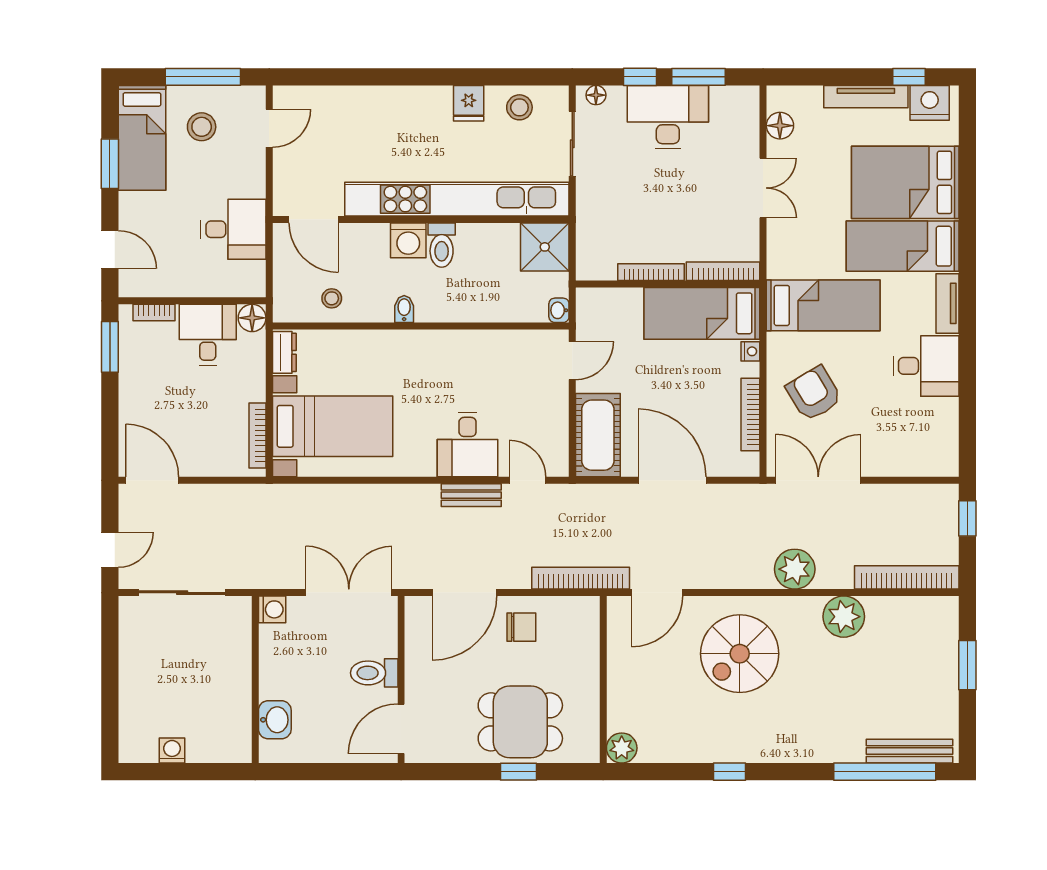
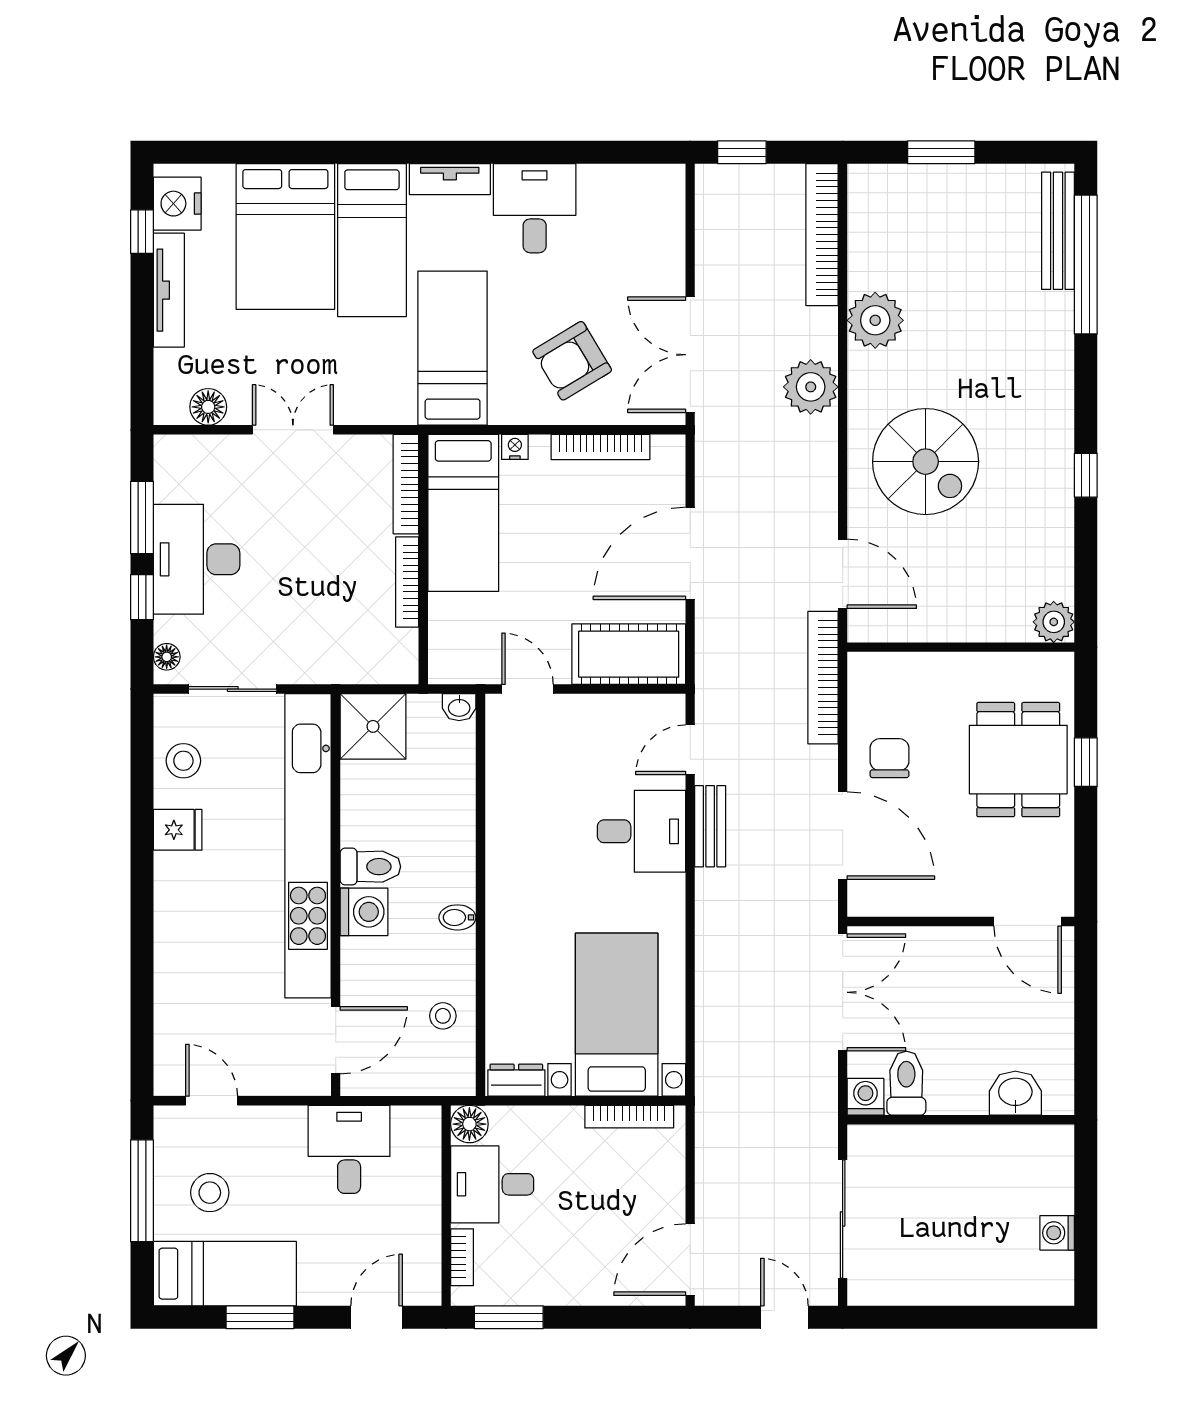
double door: (349, 593) -> (843, 992), swing flipped
toilet: (374, 673) -> (906, 1083), moved, turned 180

